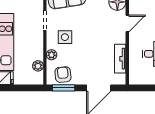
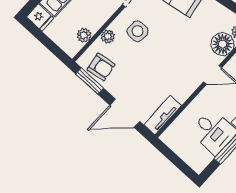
tv unit: (120, 59) -> (163, 115), moved
armchair: (63, 75) -> (101, 67), turned 87

